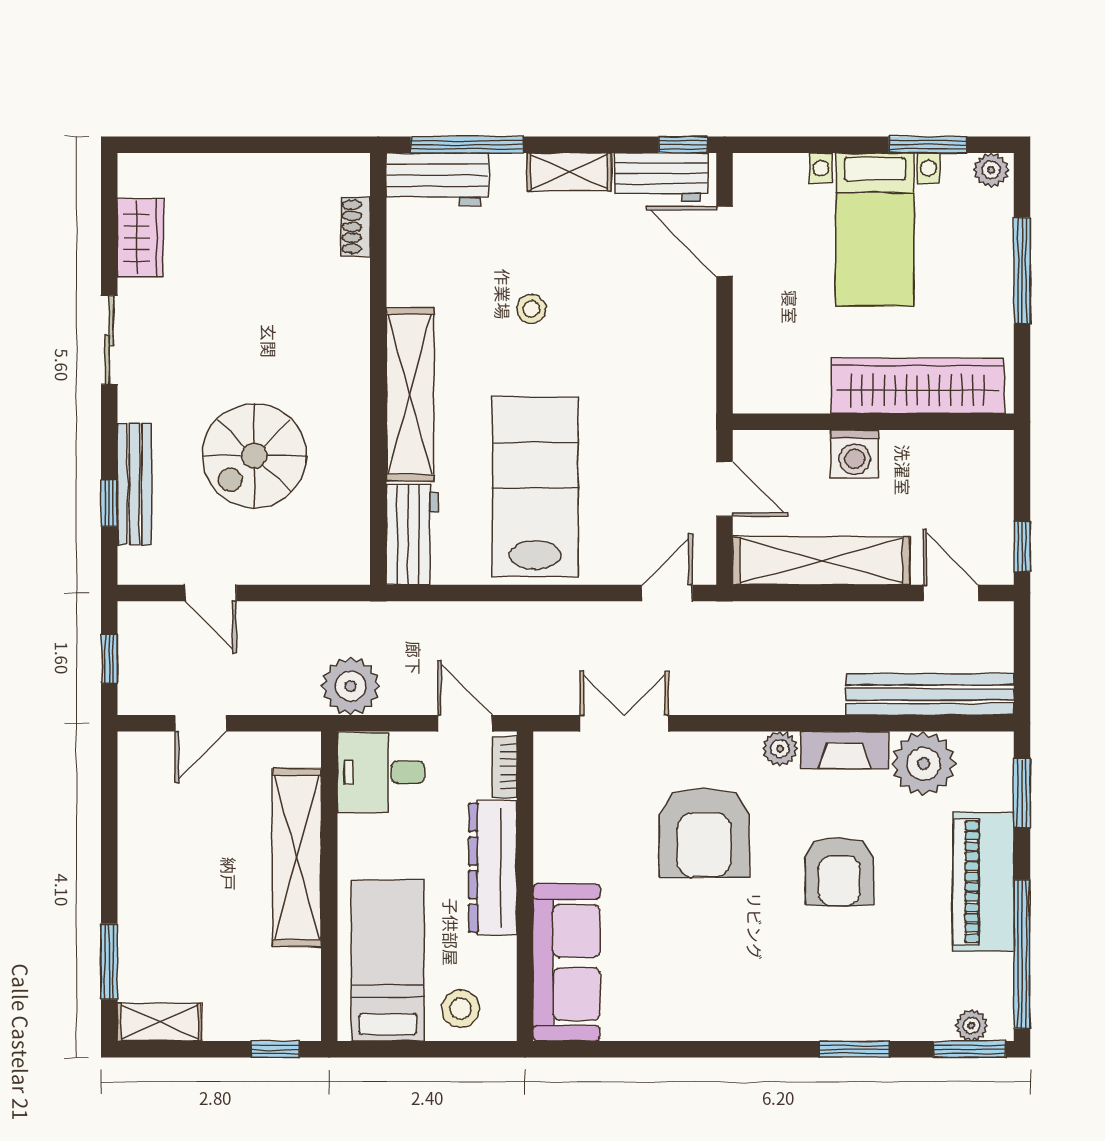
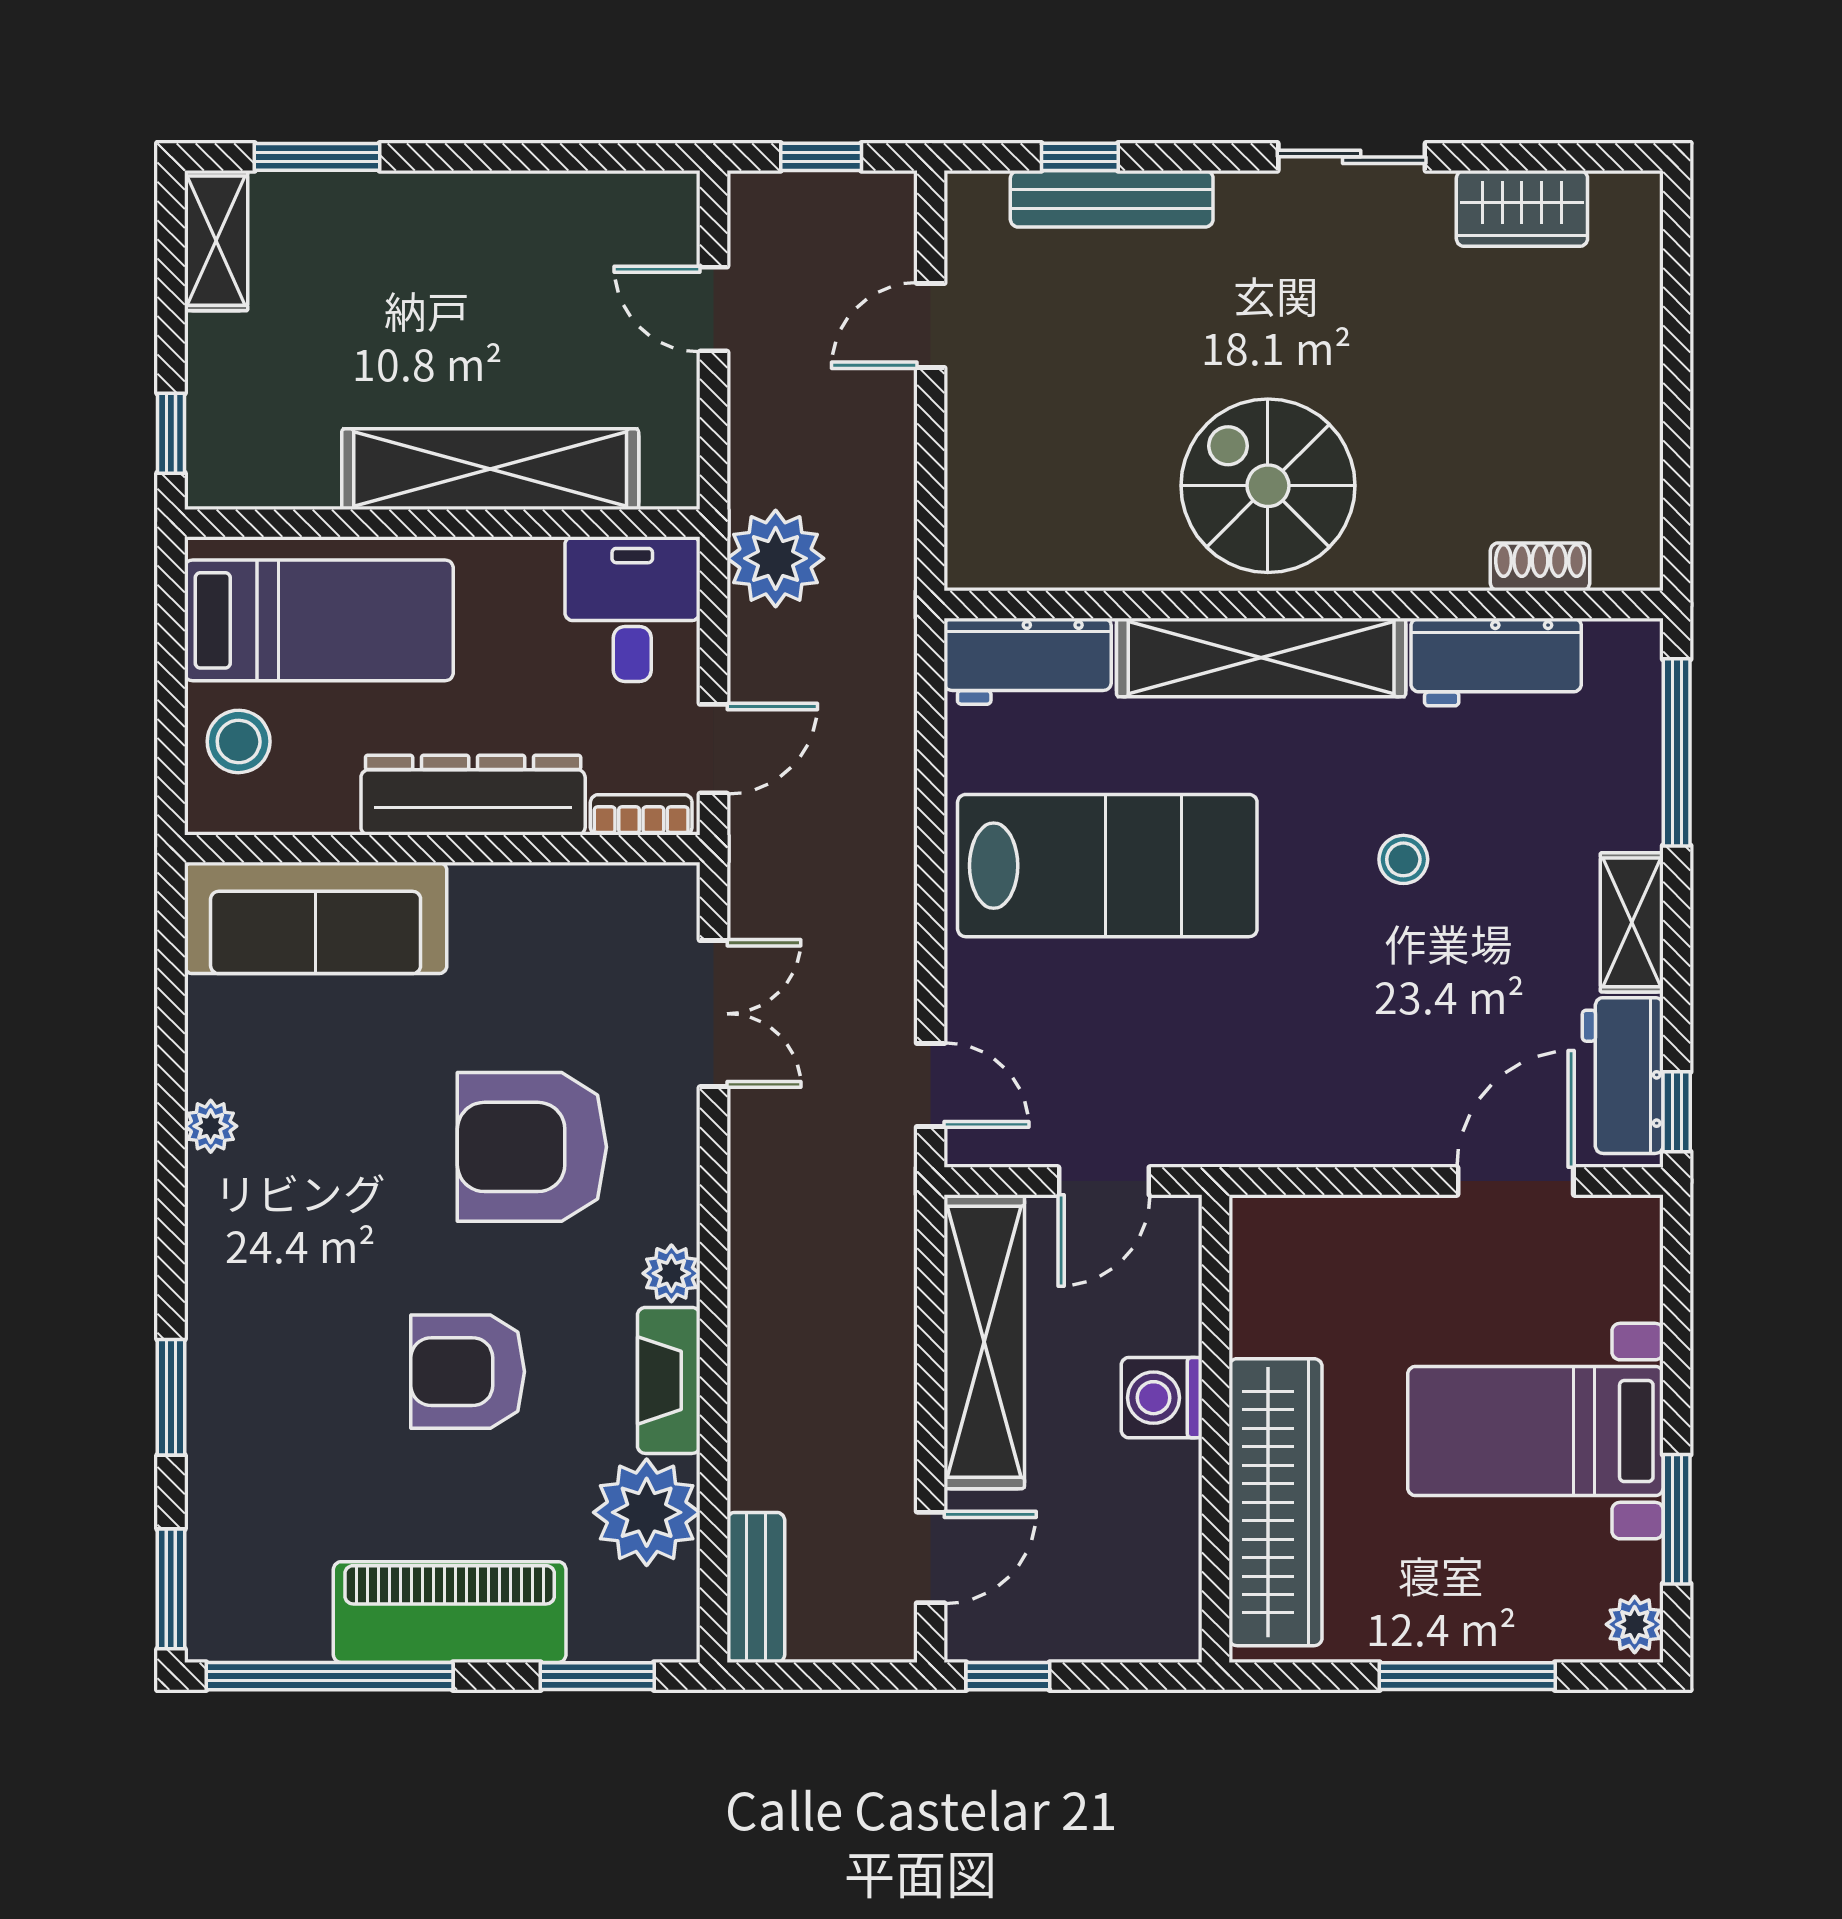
workbench: (437, 179) -> (1496, 662), moved, turned -90
spiral stairs: (254, 456) -> (1268, 486), moved
bench: (930, 694) -> (756, 1587), width x0.54, depth x0.82
plant: (971, 1025) -> (211, 1126), moved

